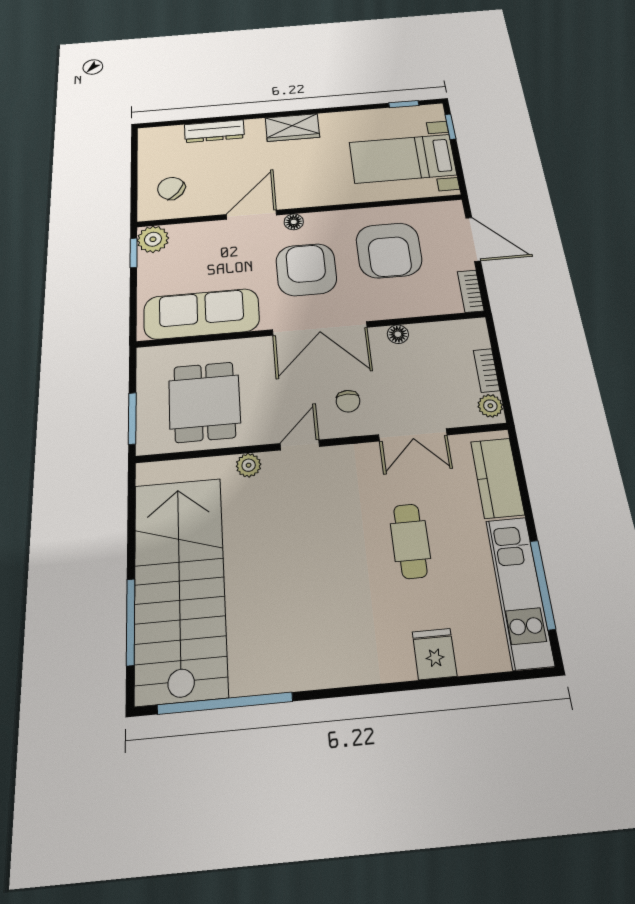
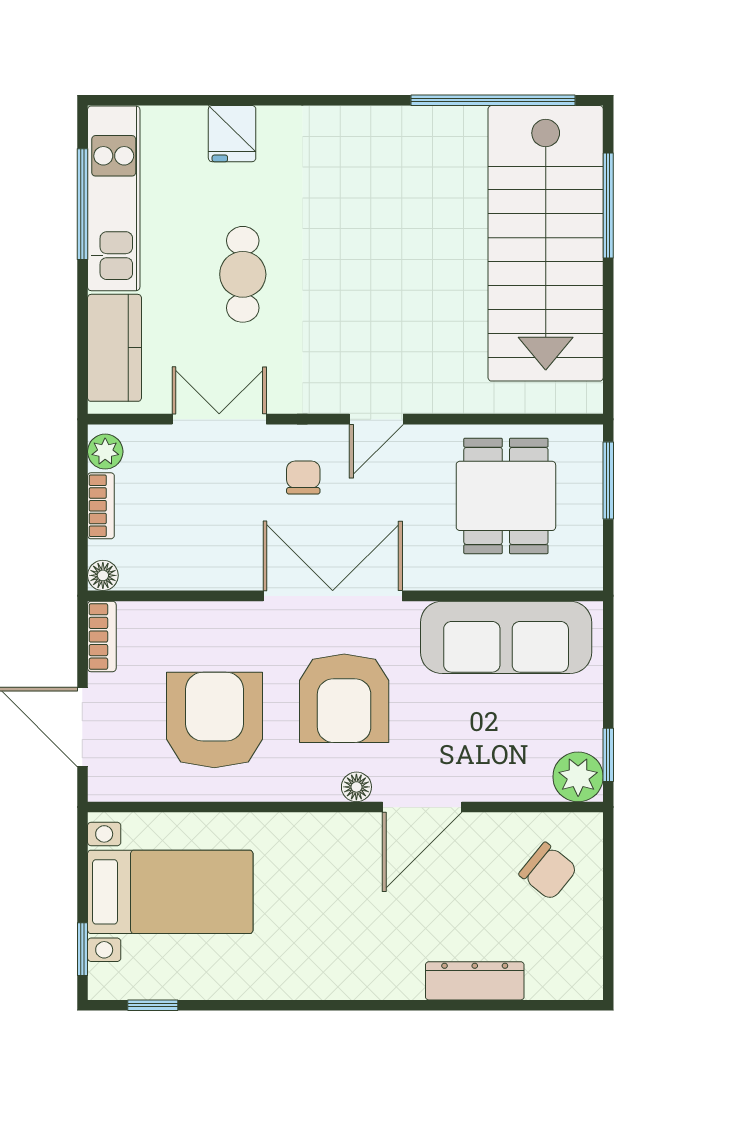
wardrobe: (292, 128) -> (344, 975), removed
floor lamp: (398, 334) -> (103, 575), moved
plant: (249, 465) -> (448, 397), removed

